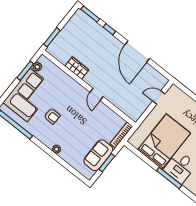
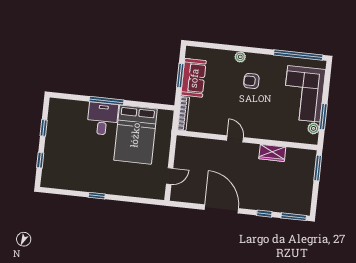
armchair: (52, 116) -> (251, 81), moved

